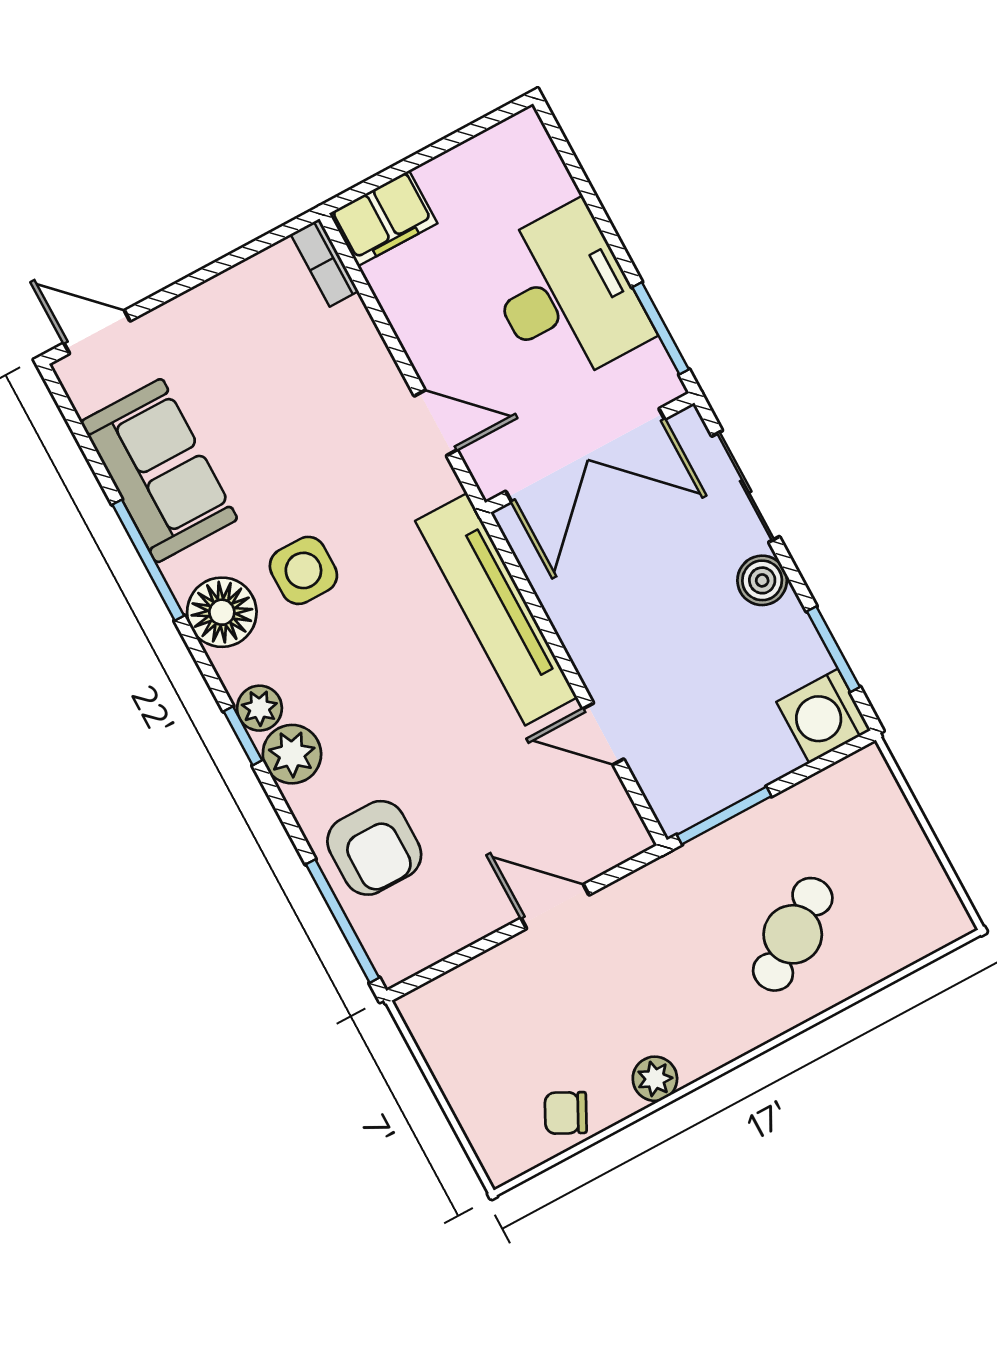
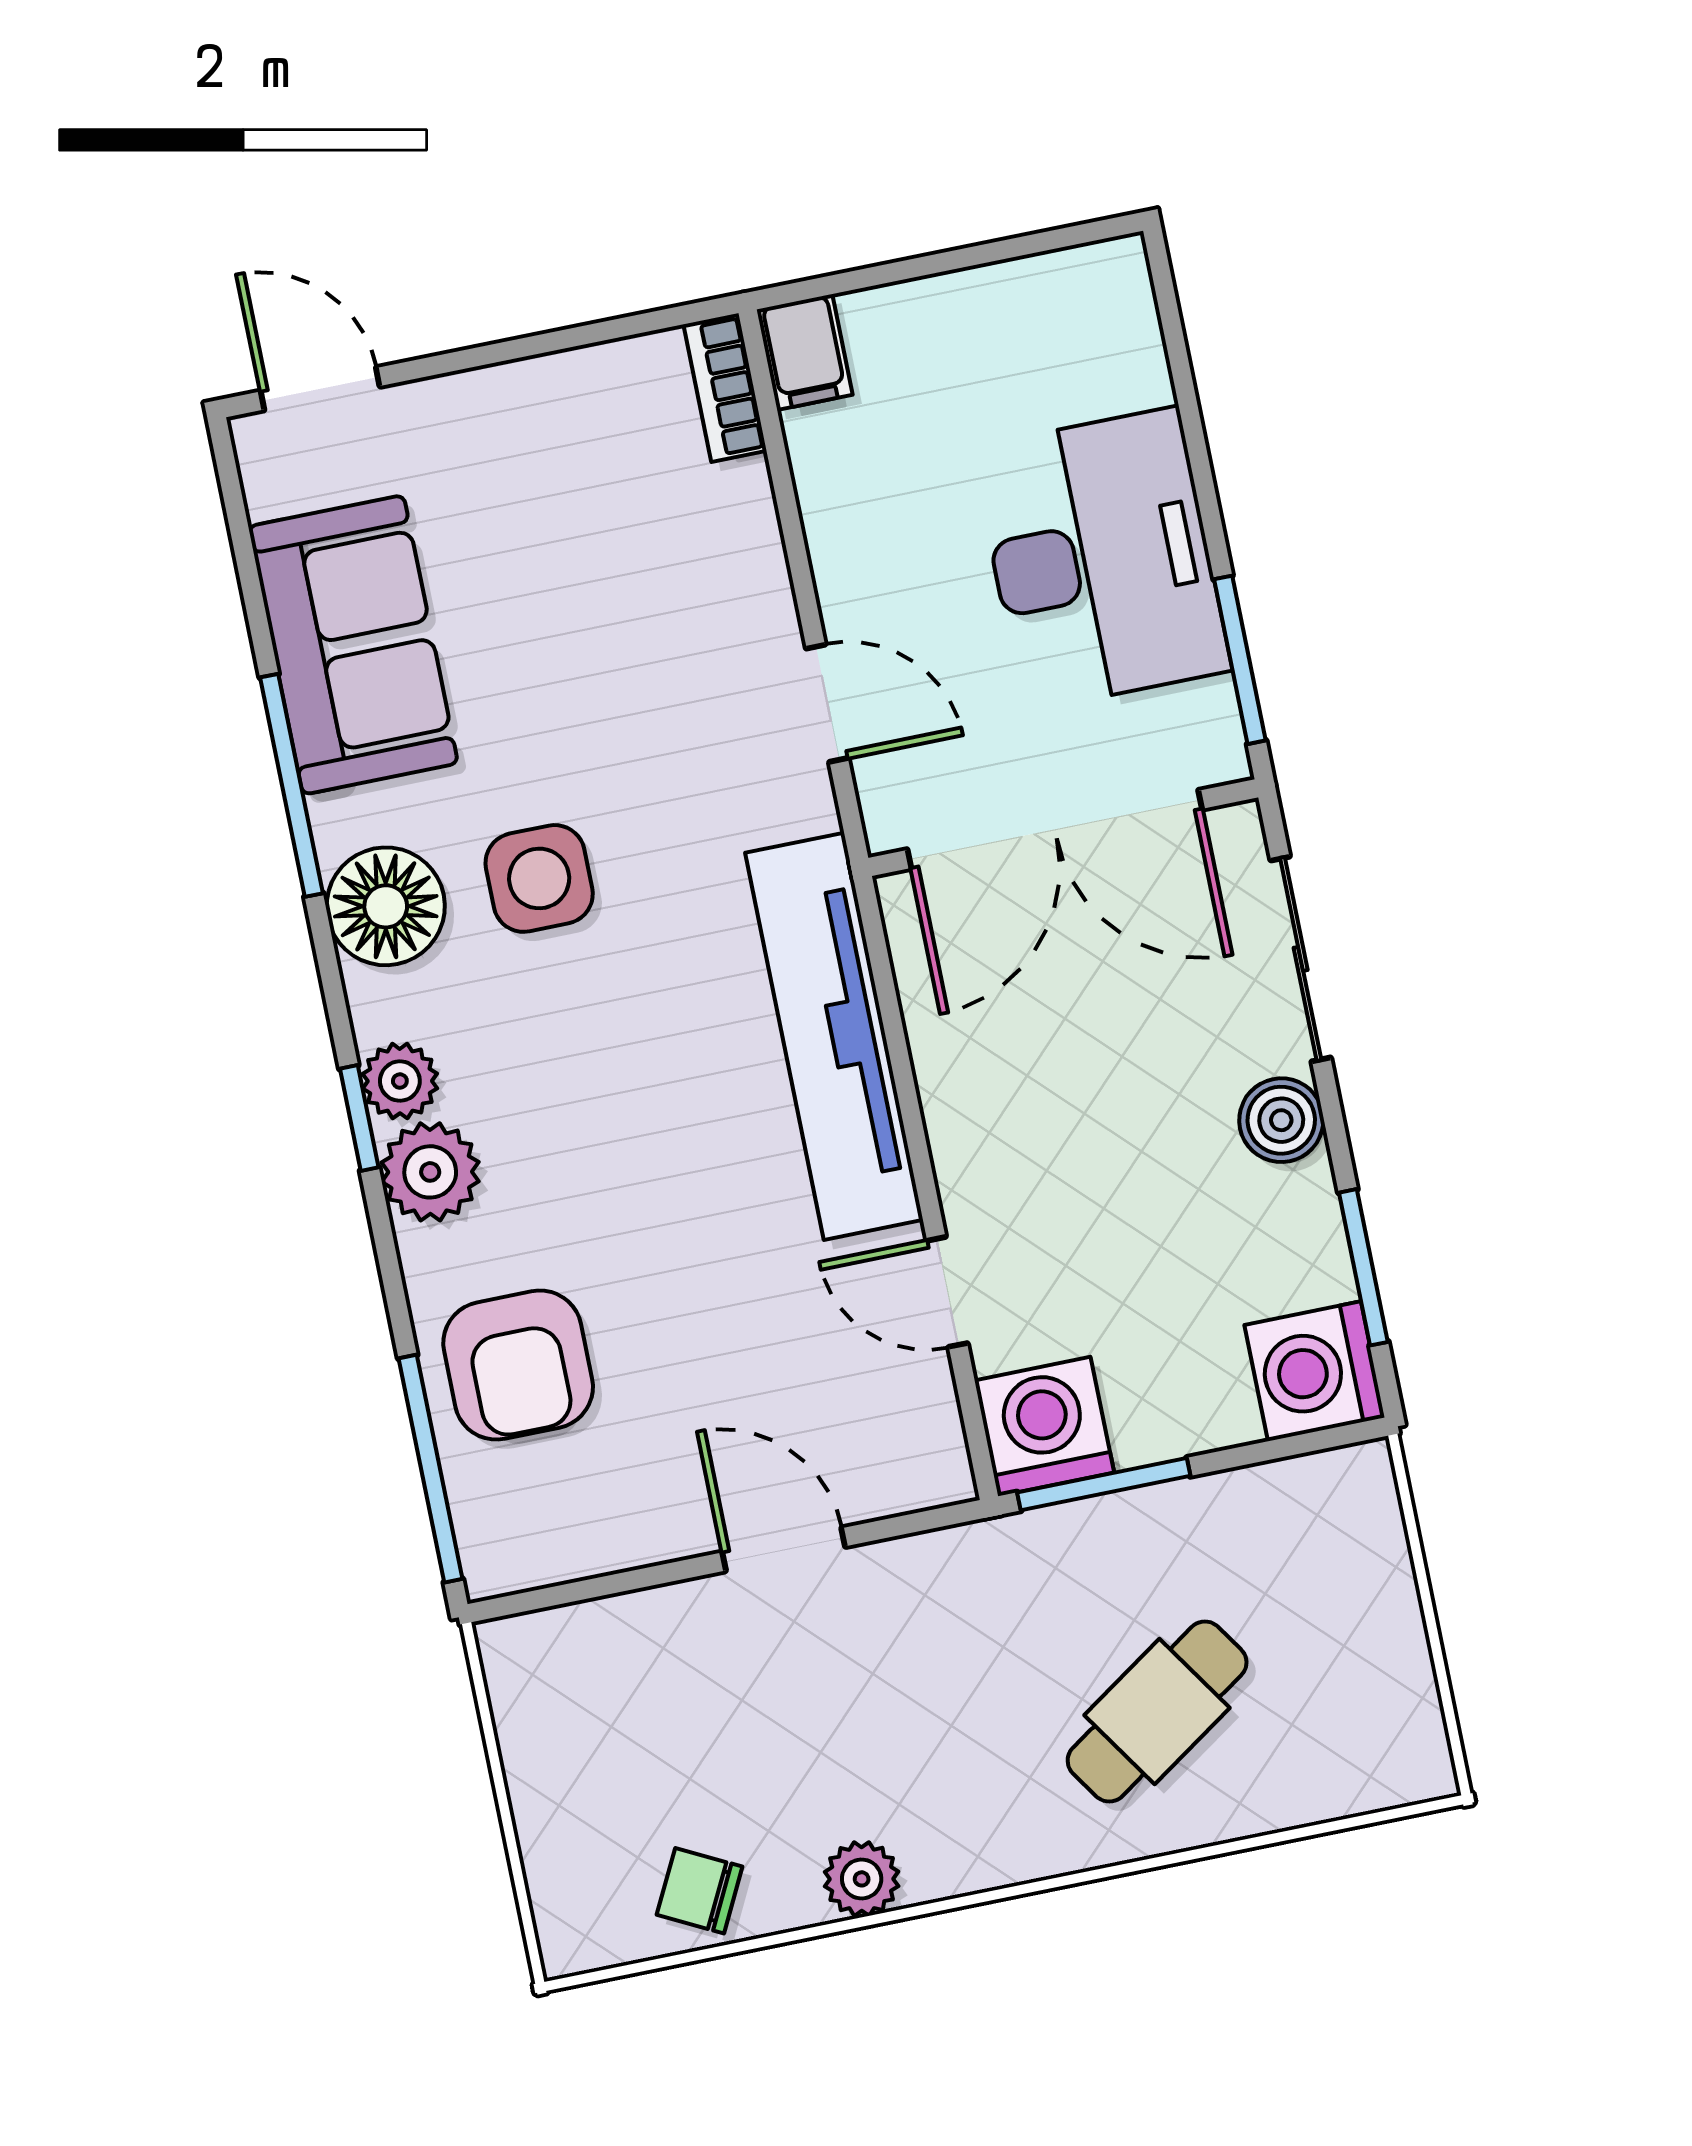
filing cabinet: (383, 218) -> (805, 352), width x0.50
washing machine: (681, 793) -> (1044, 1426), added

